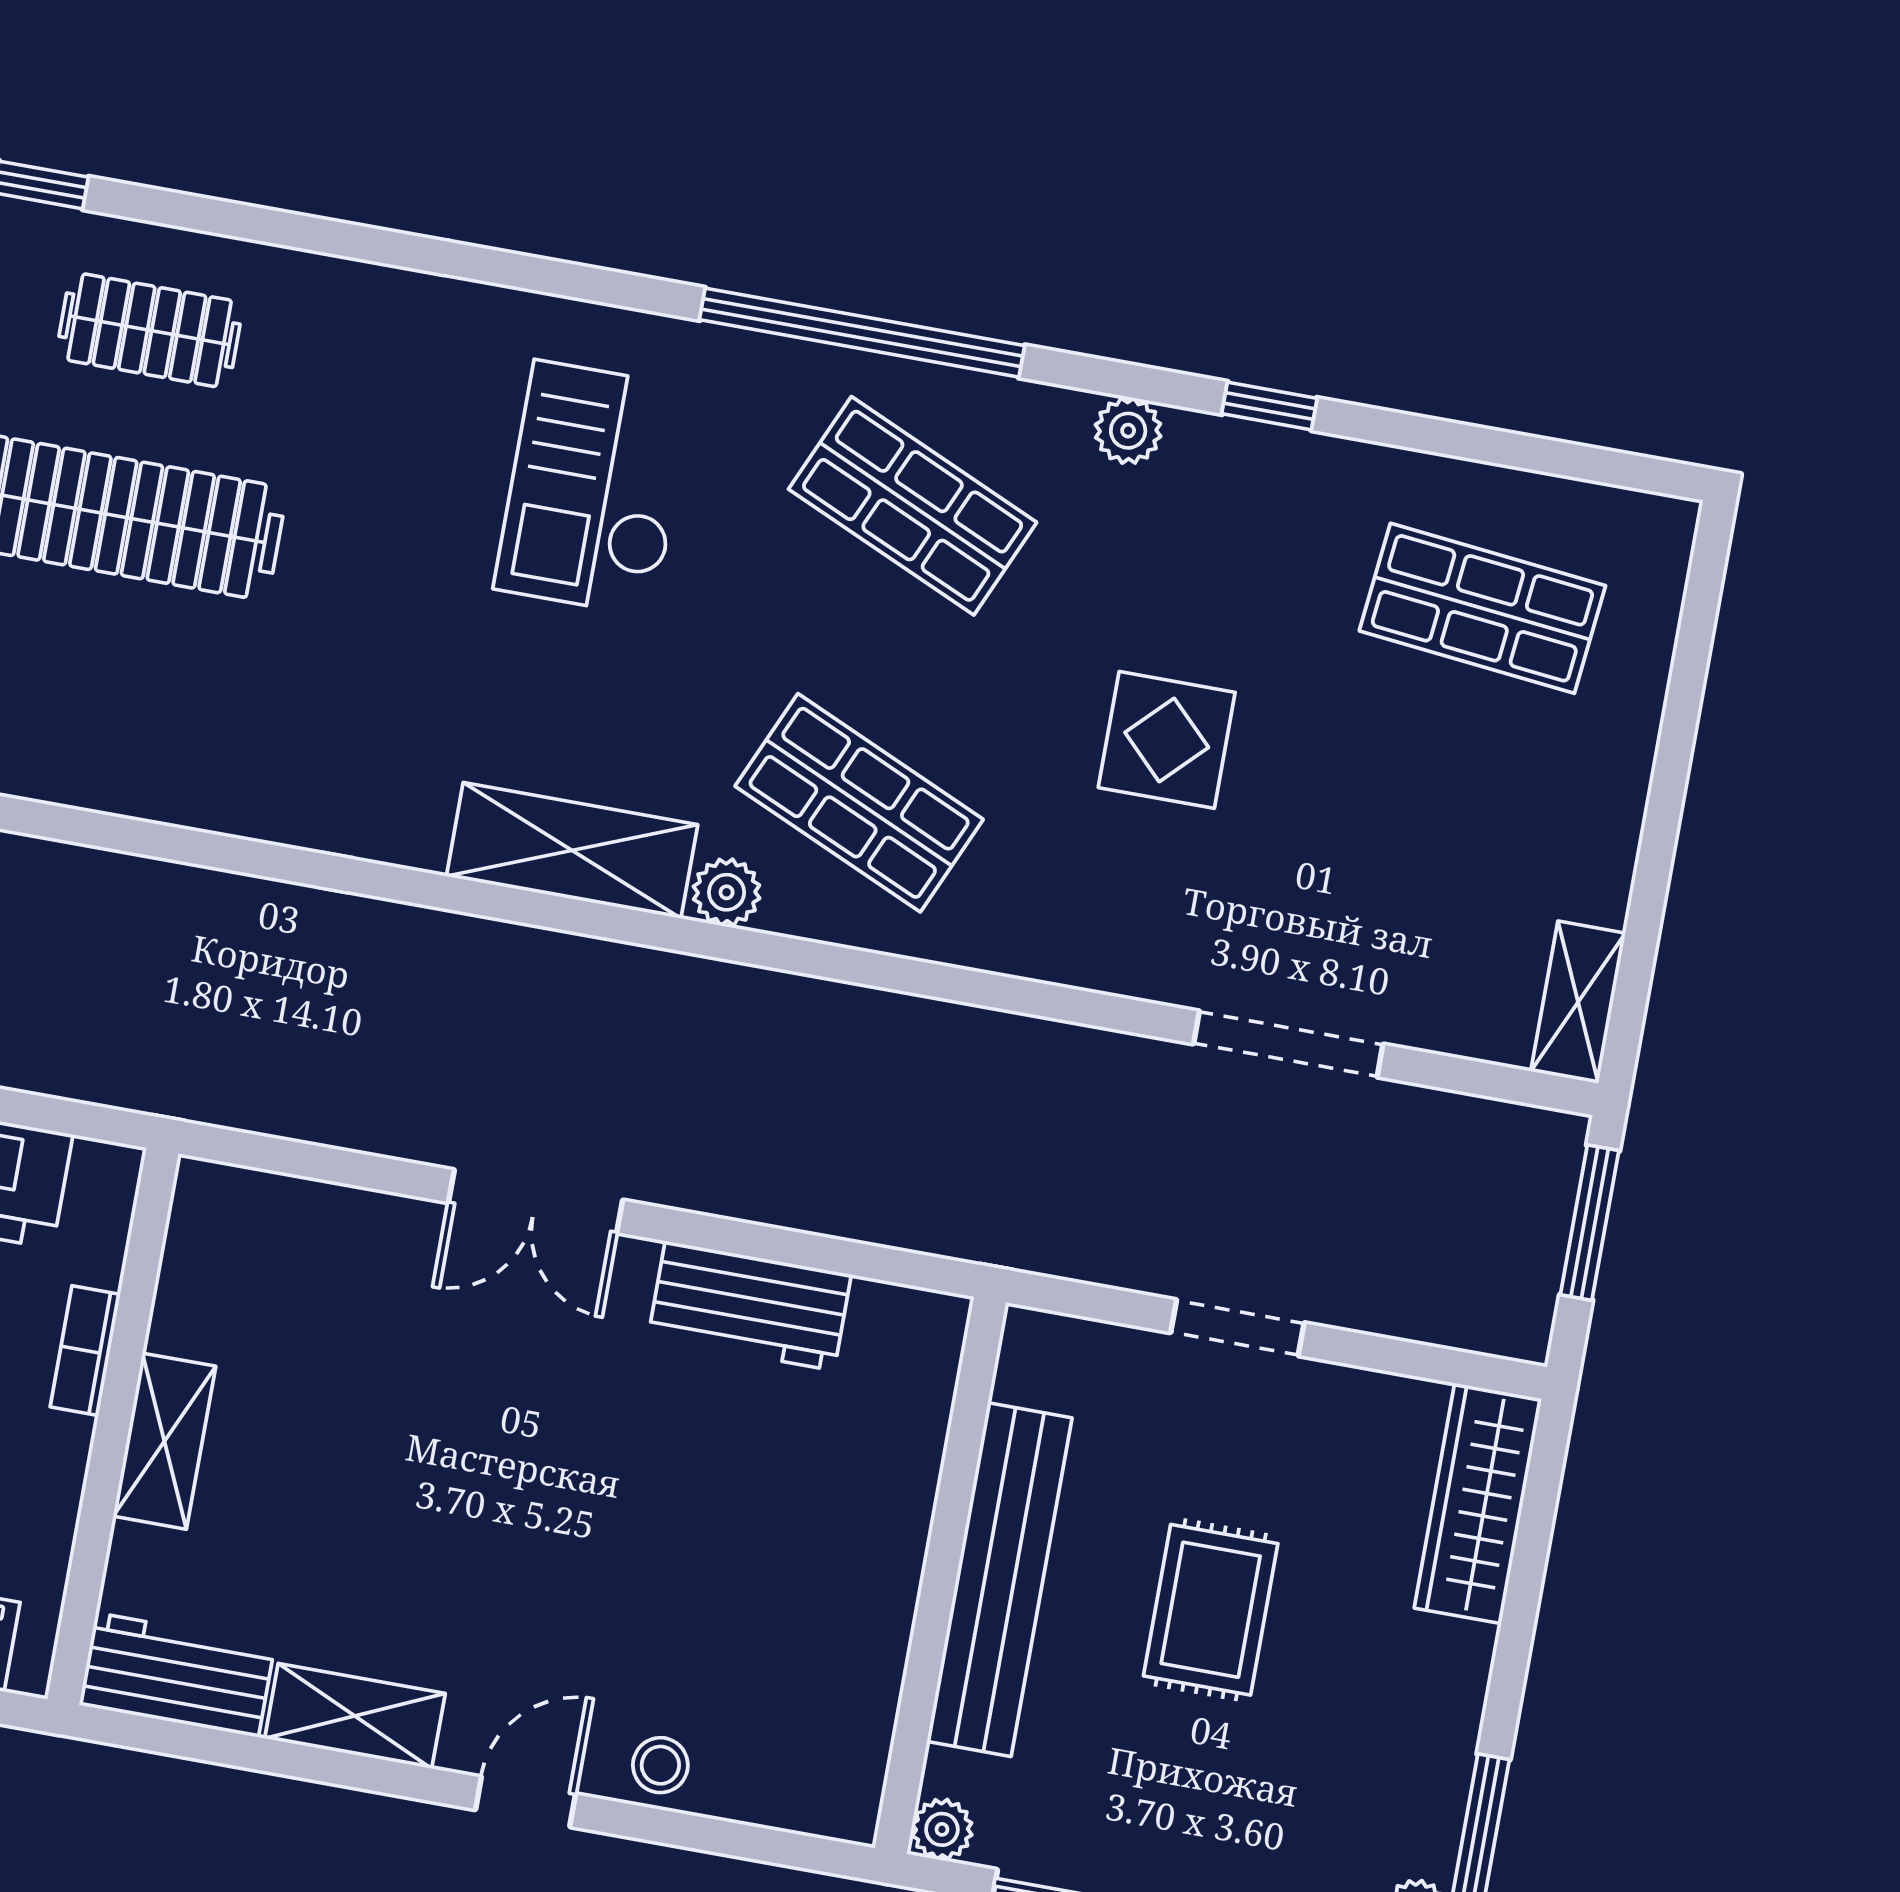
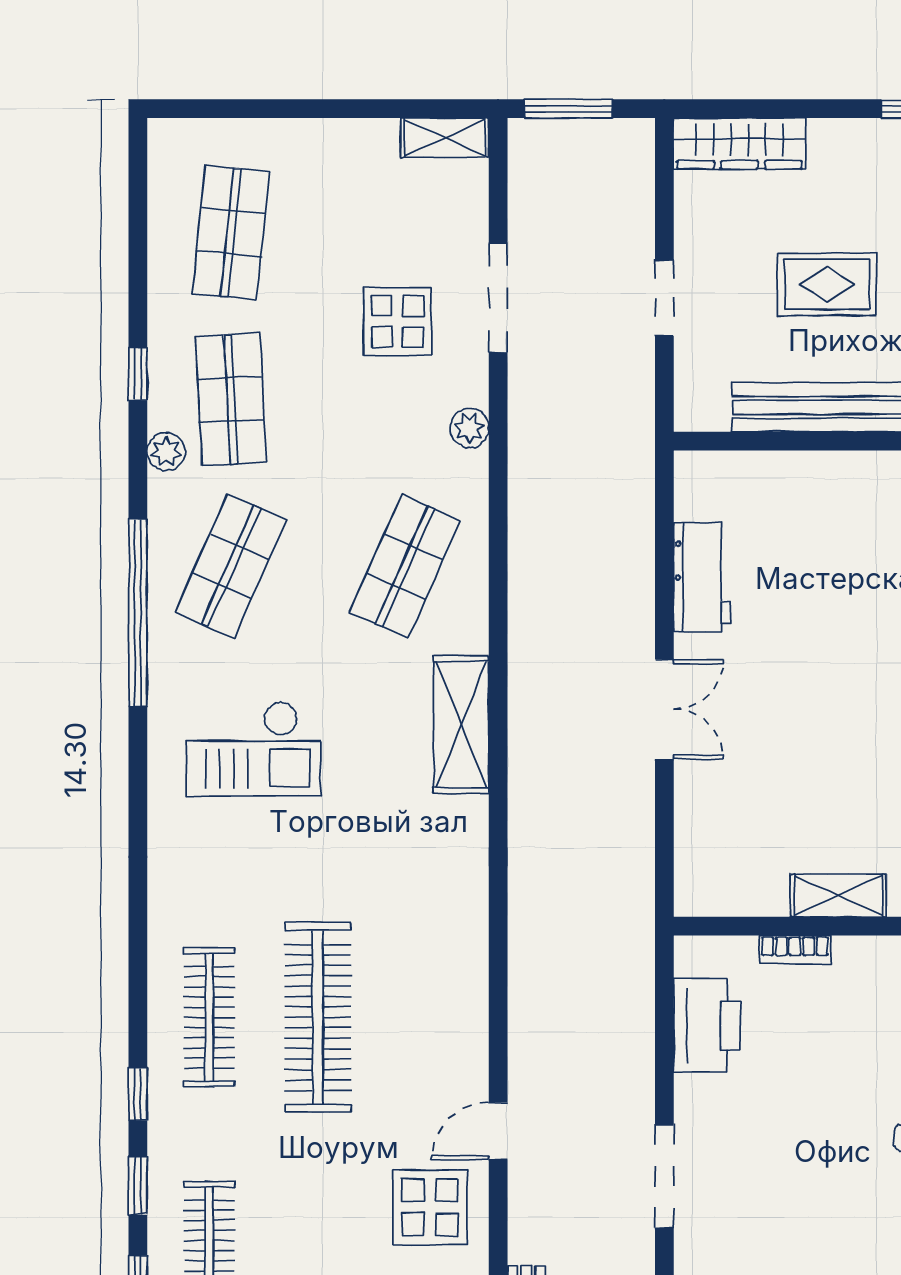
clothes rail: (150, 330) -> (209, 1017), width x1.36
shop shelf: (1197, 557) -> (231, 399), added
display table: (1167, 740) -> (397, 321), moved
plant: (727, 892) -> (469, 428), moved

